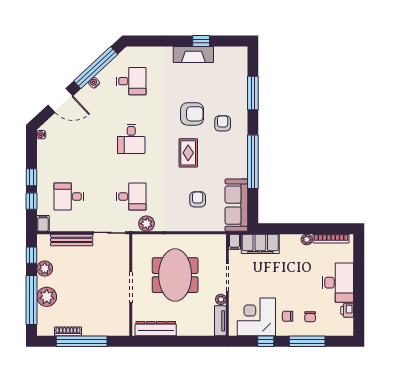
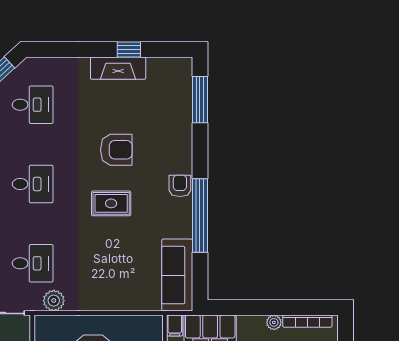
window: (253, 93) -> (200, 100), moved
armchair: (223, 123) -> (180, 186), moved
desk: (131, 139) -> (33, 184), turned -90
rug: (188, 153) -> (111, 203), turned 90
armchair: (198, 199) -> (124, 267), removed

